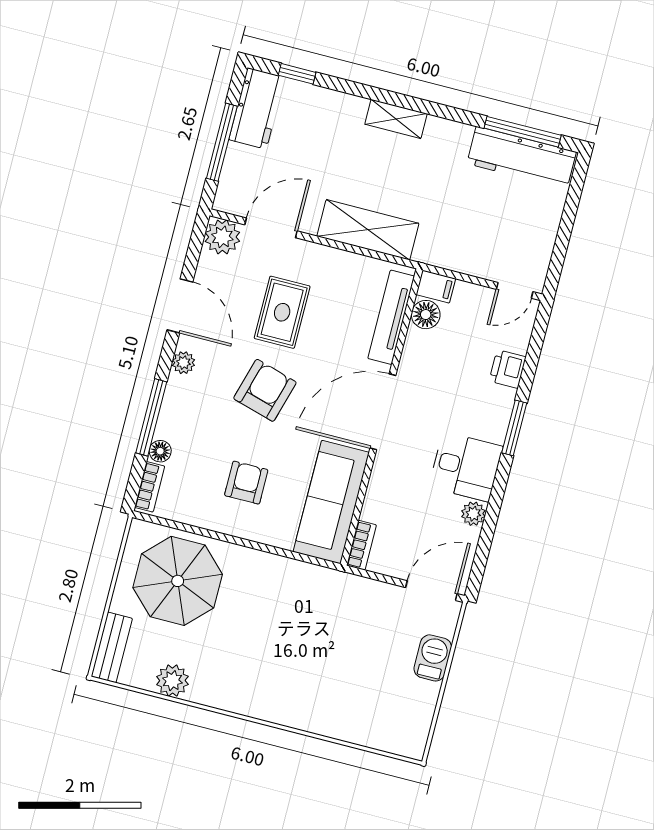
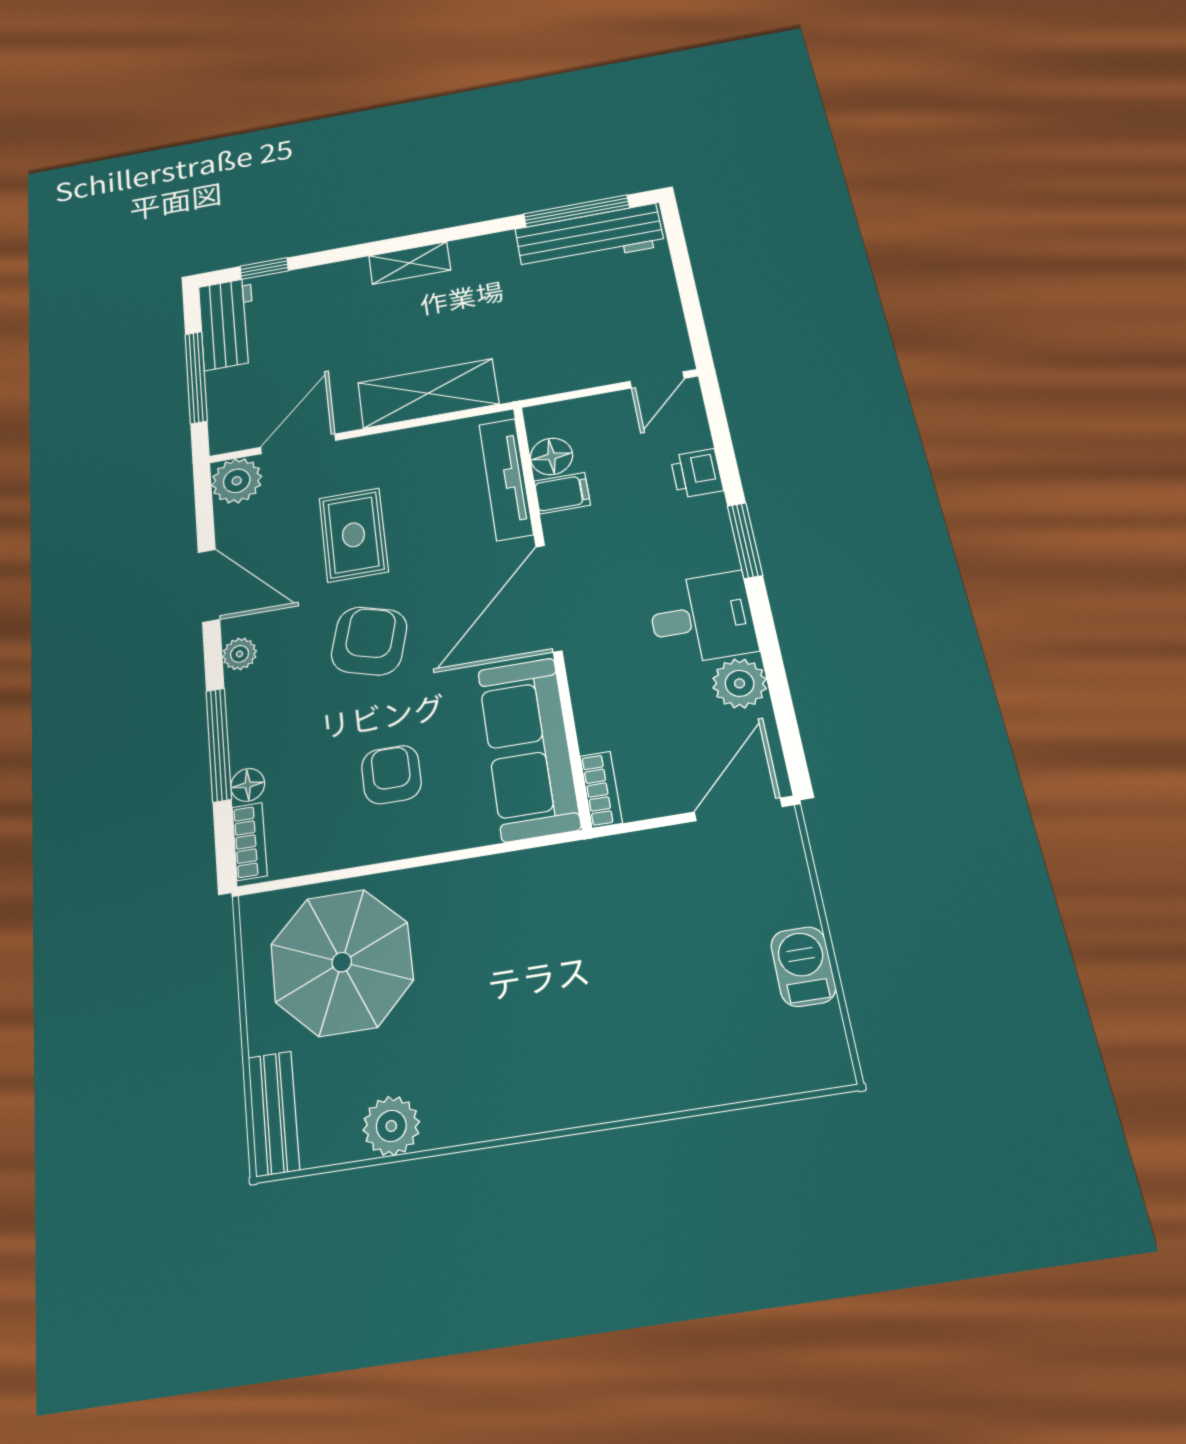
filing cabinet: (436, 287) -> (562, 493), moved
plant: (473, 514) -> (740, 683), width x1.38, depth x1.38
barbecue: (433, 658) -> (803, 967), moved

